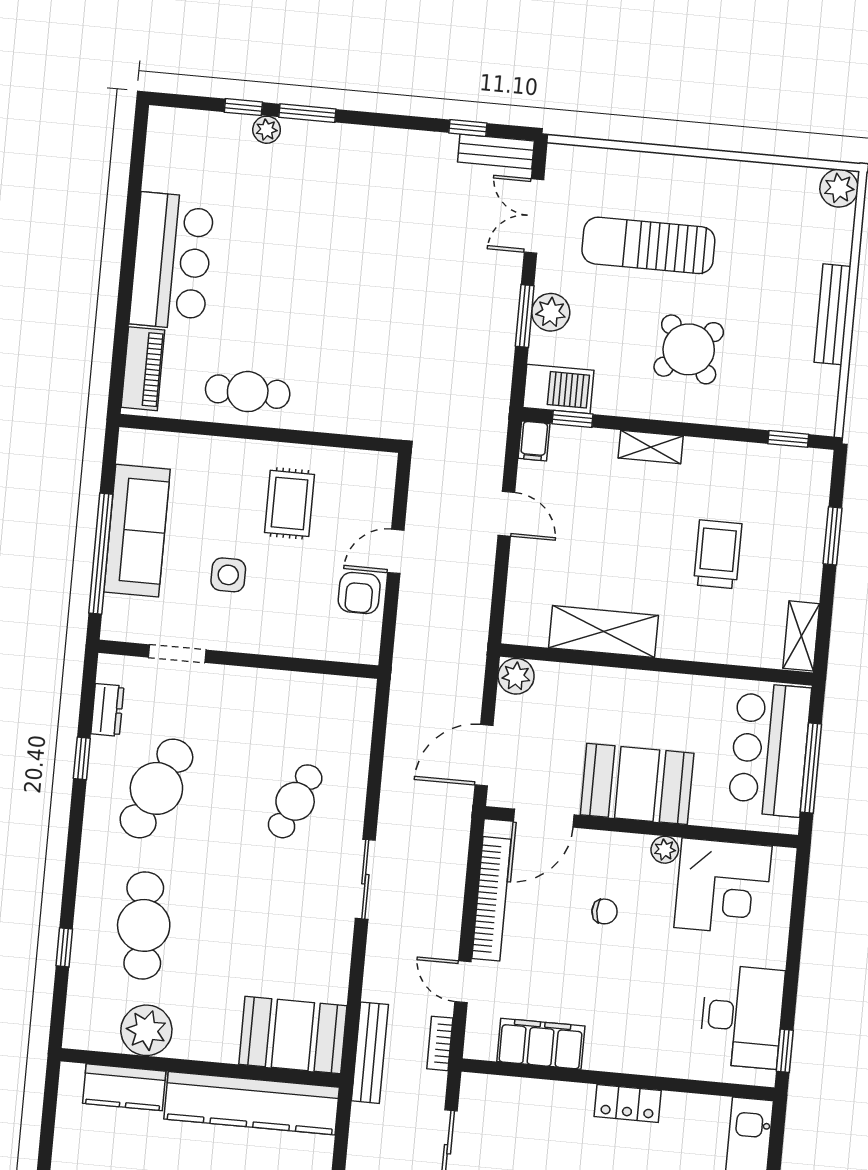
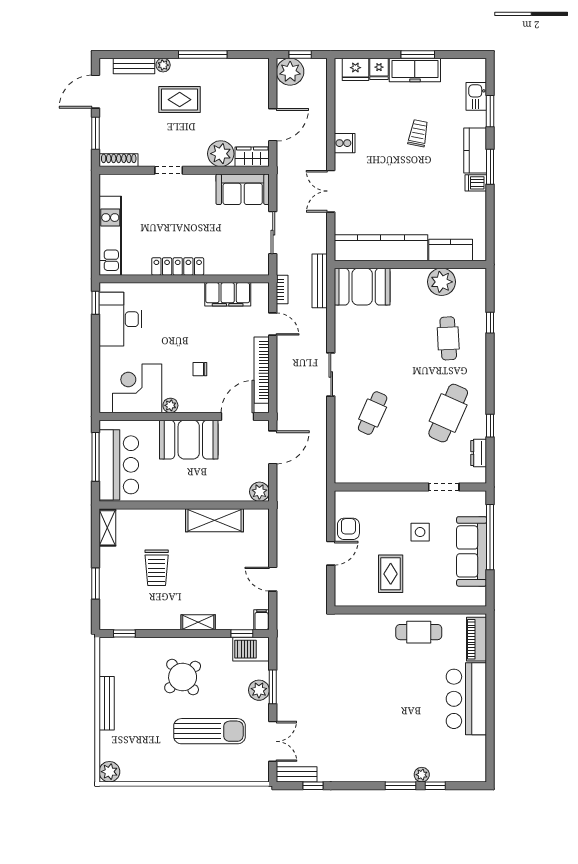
cafe table: (144, 925) -> (448, 338), width x0.73, depth x0.74
locker: (628, 1103) -> (178, 266), width x1.53

